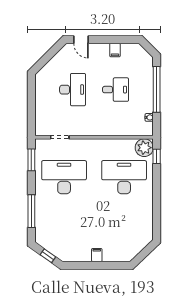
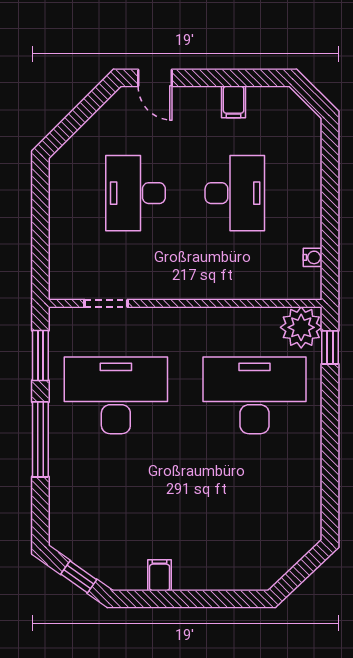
window: (157, 89) -> (330, 192), removed
desk: (73, 90) -> (136, 193), turned 180
desk: (116, 90) -> (235, 193), width x1.37
window: (31, 211) -> (40, 439), moved
filing cabinet: (97, 255) -> (160, 575), moved

